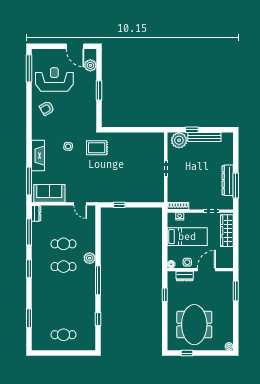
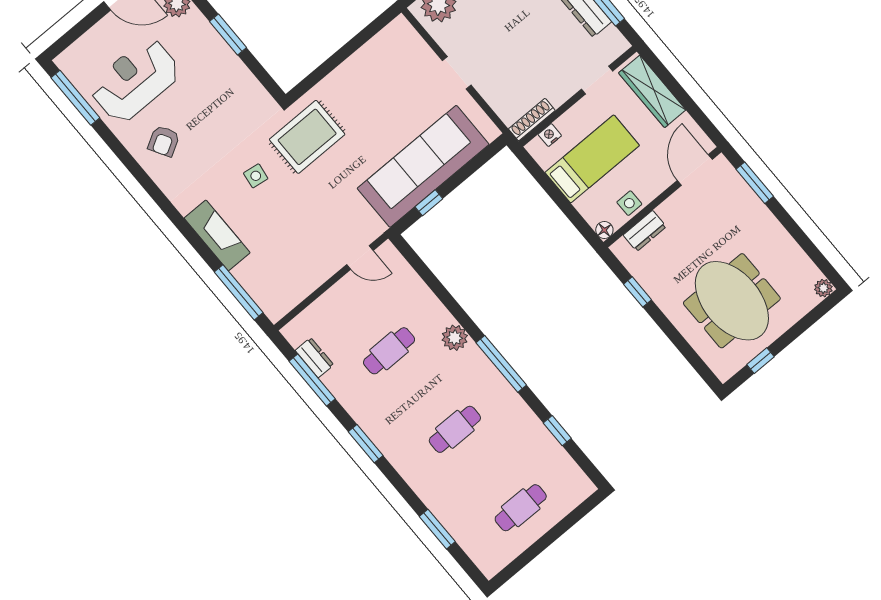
rug: (97, 148) -> (307, 137), width x1.36, depth x1.43
sofa: (49, 193) -> (423, 166), moved, width x1.85, depth x1.27
dresser: (36, 213) -> (314, 358), moved
cafe table: (64, 267) -> (455, 429), moved
door: (206, 270) -> (695, 170), moved

